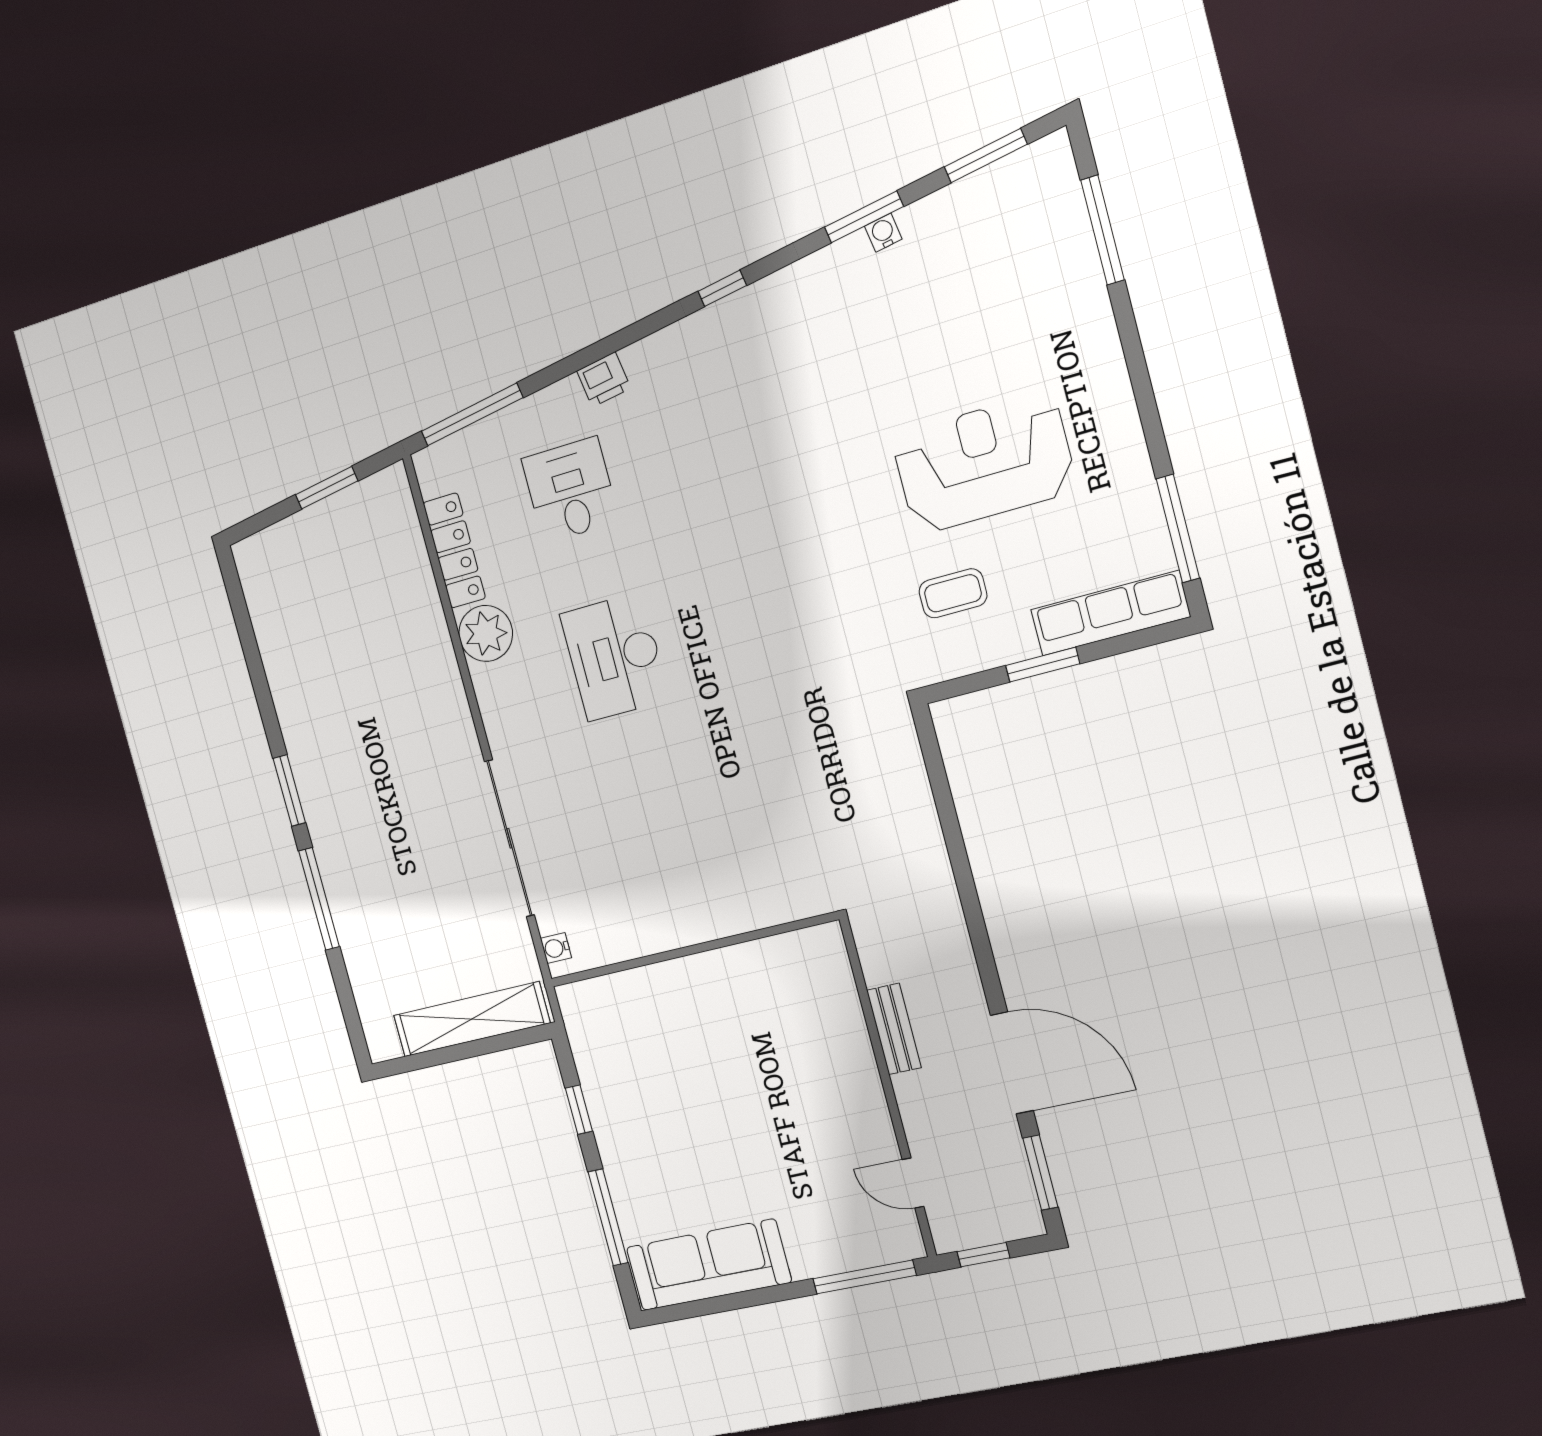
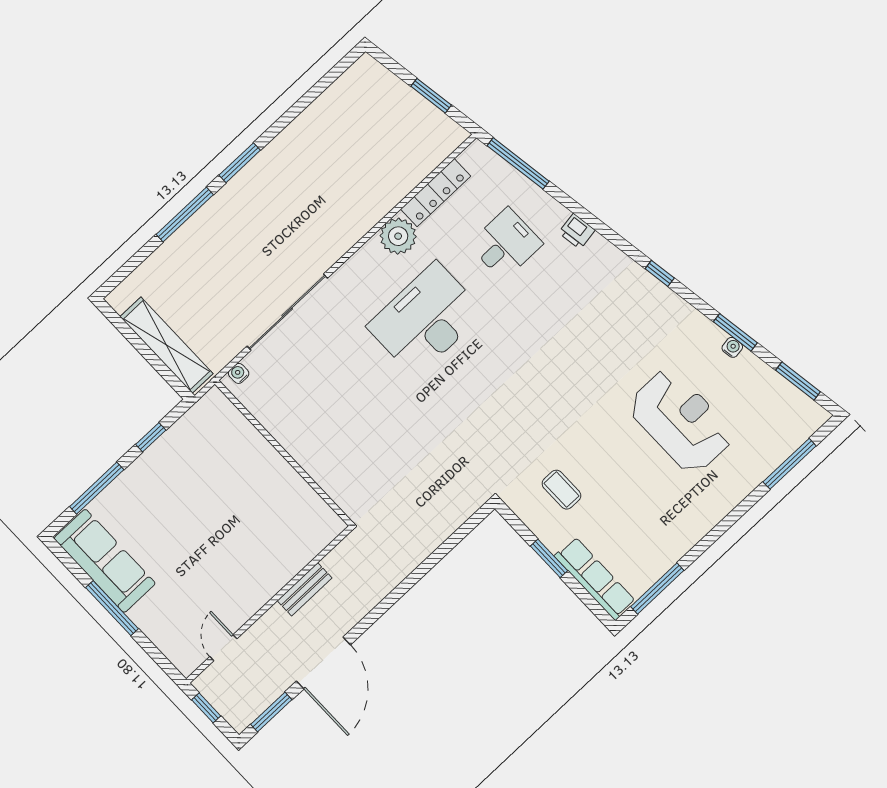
reception desk: (984, 463) -> (681, 421), moved
desk: (615, 657) -> (426, 319), width x1.36, depth x1.30
window: (864, 1277) -> (112, 608), moved

